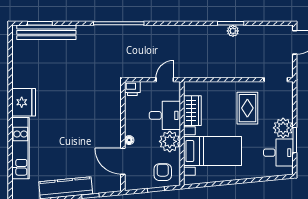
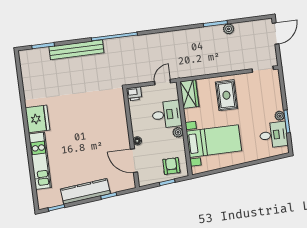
plant: (233, 31) -> (229, 29), moved
bench: (46, 32) -> (76, 50), moved
rug: (247, 108) -> (226, 95), moved
wardrobe: (192, 111) -> (189, 94), moved
plant: (283, 128) -> (280, 116), width x0.53, depth x0.53
plant: (170, 141) -> (178, 132), width x0.53, depth x0.53

